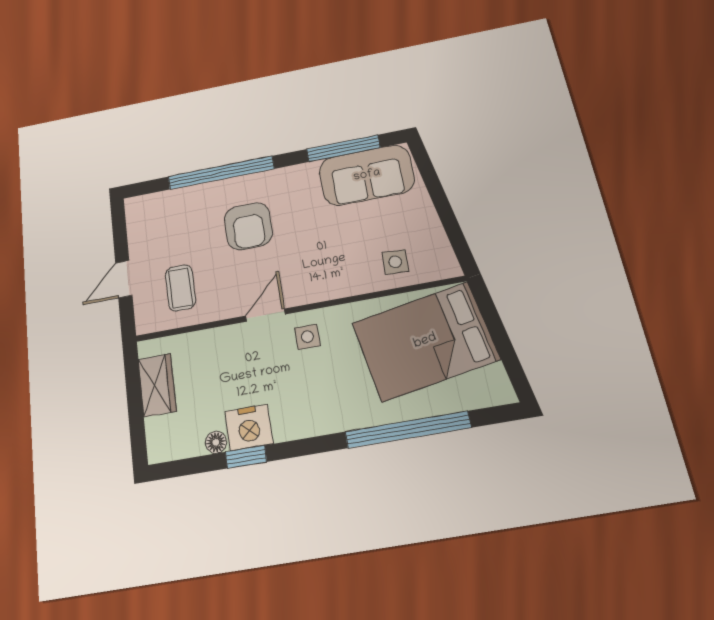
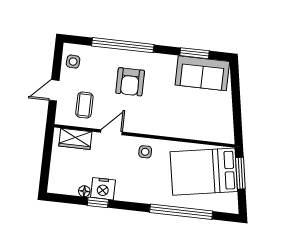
window: (343, 148) -> (194, 53), width x0.69
side table: (395, 262) -> (73, 62), moved
door: (266, 315) -> (111, 132), moved
window: (494, 324) -> (240, 173), added
wardrobe: (157, 385) -> (75, 139), moved, turned 90

